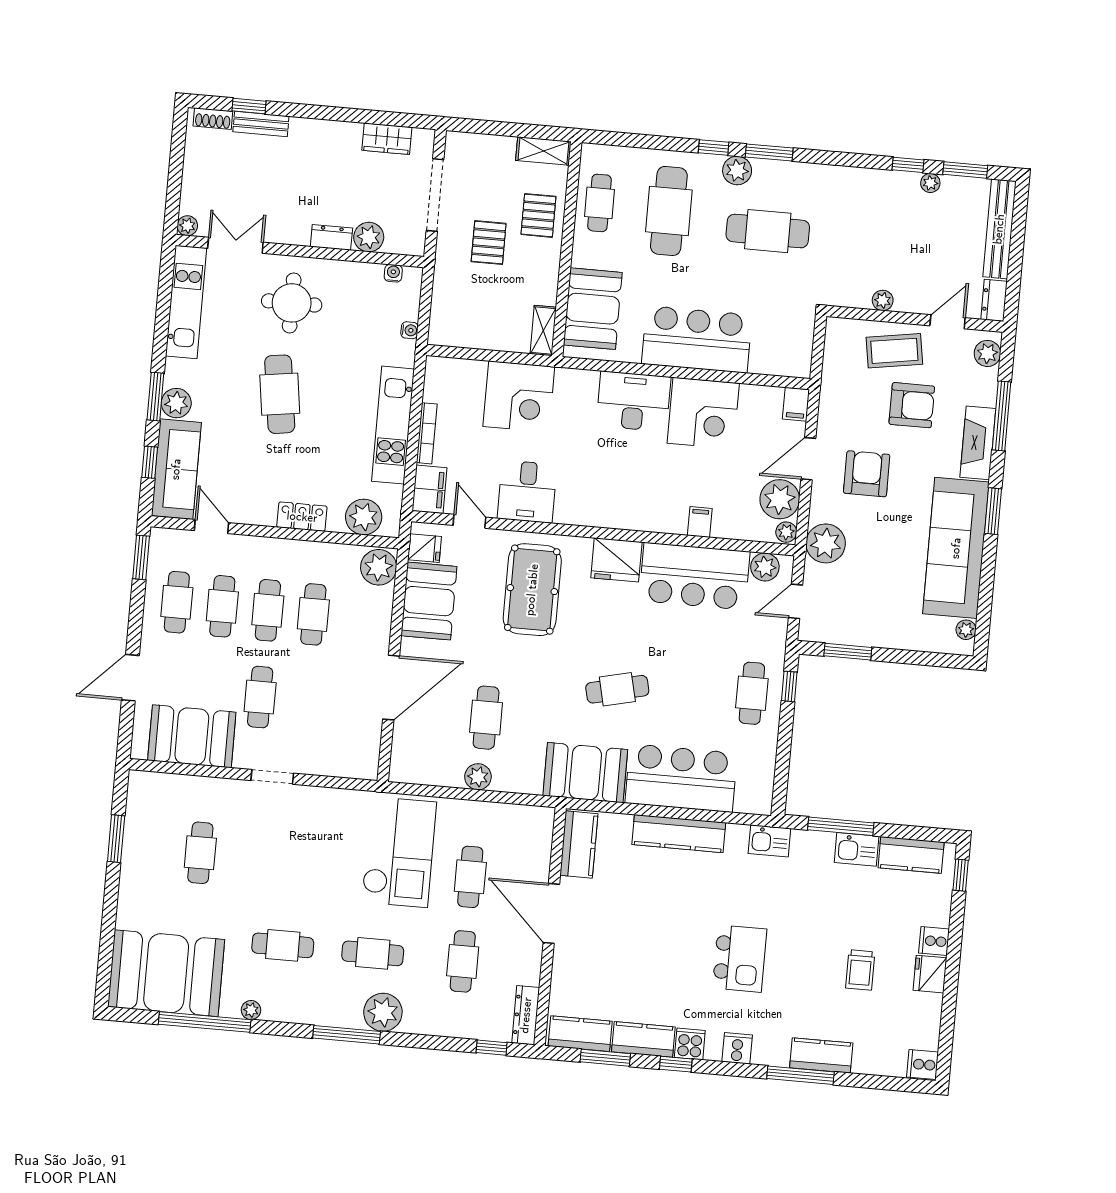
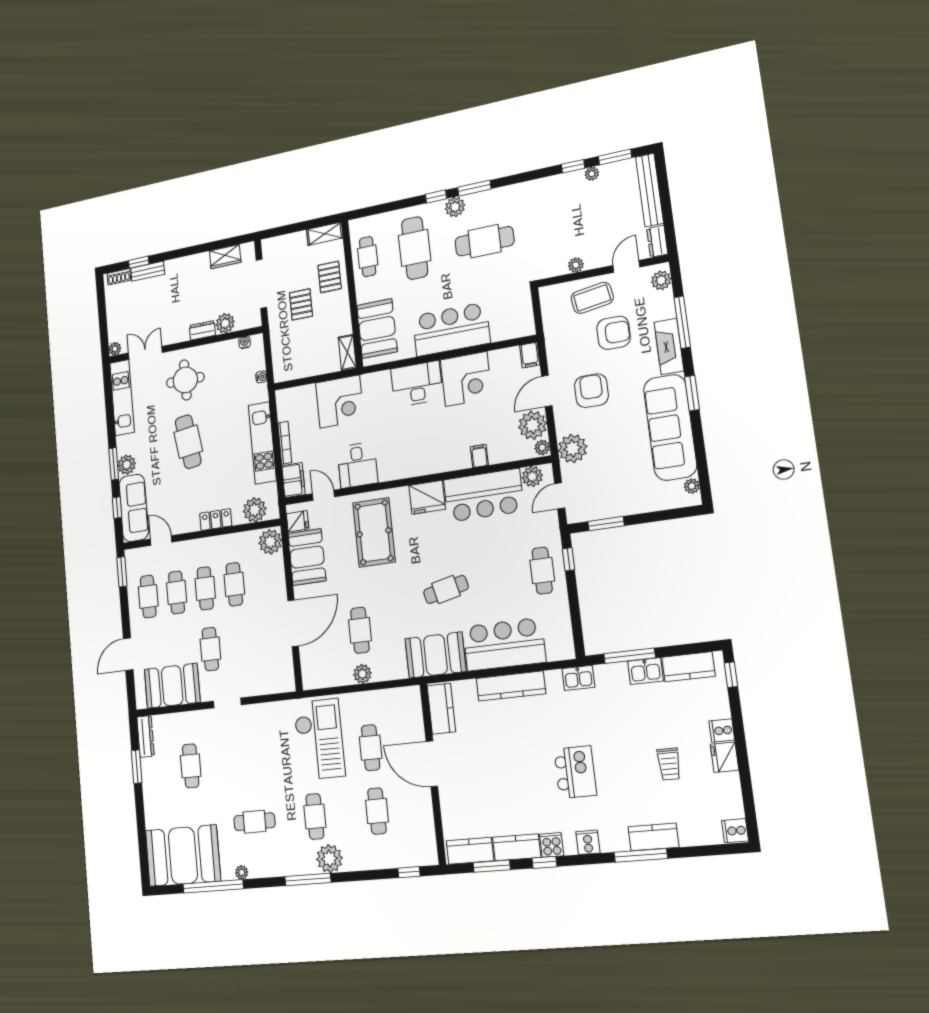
cafe table: (373, 953) -> (315, 816), turned 90
dresser: (526, 1015) -> (146, 736), moved, turned 180

